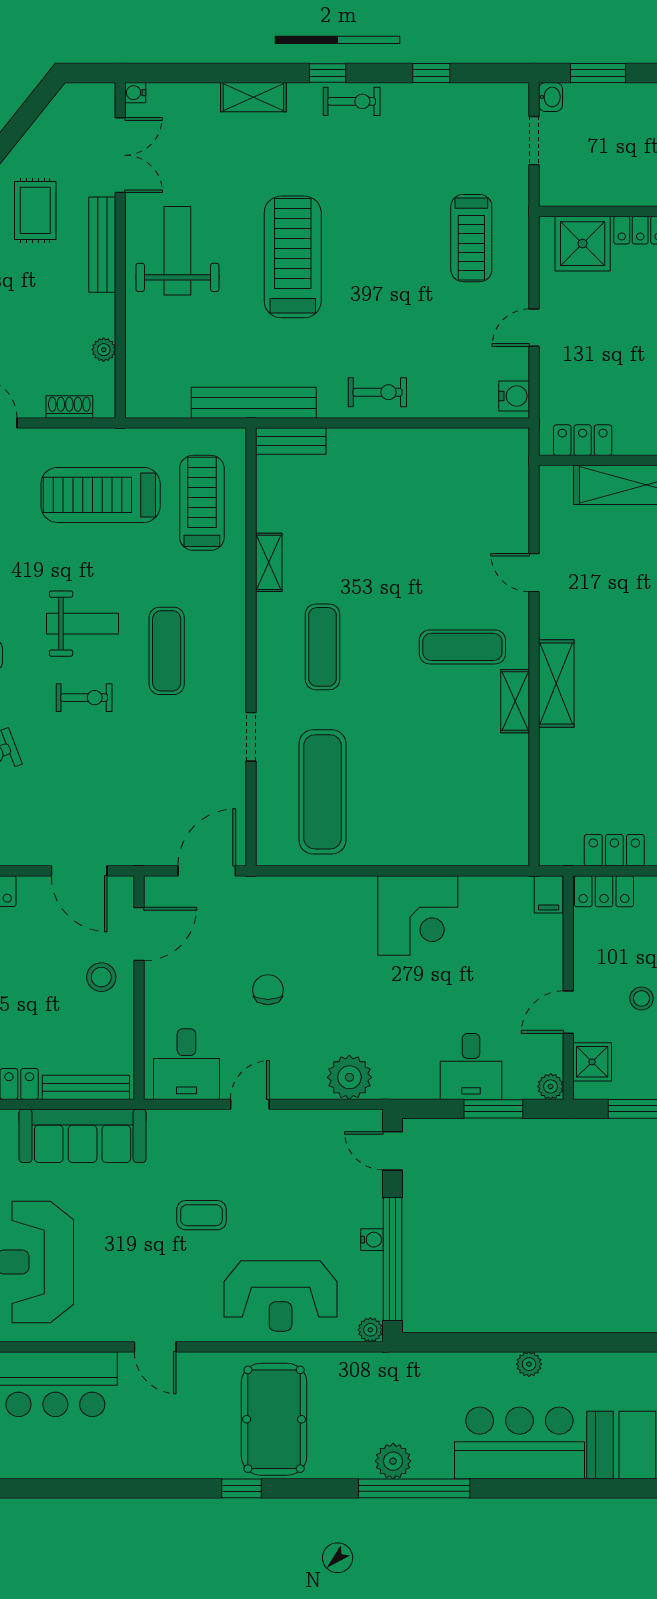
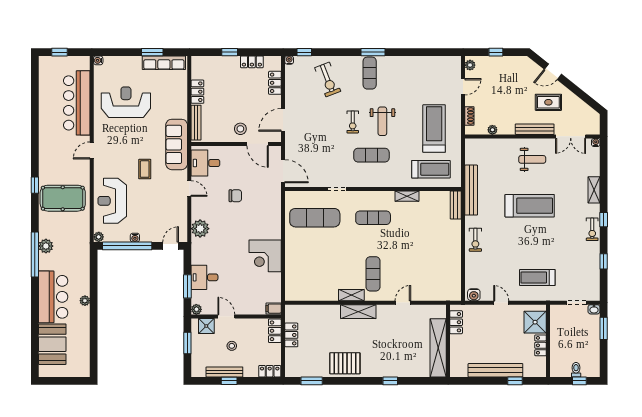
weight bench: (177, 251) -> (532, 159), width x0.73, depth x0.75
sofa: (83, 1136) -> (177, 144), moved

